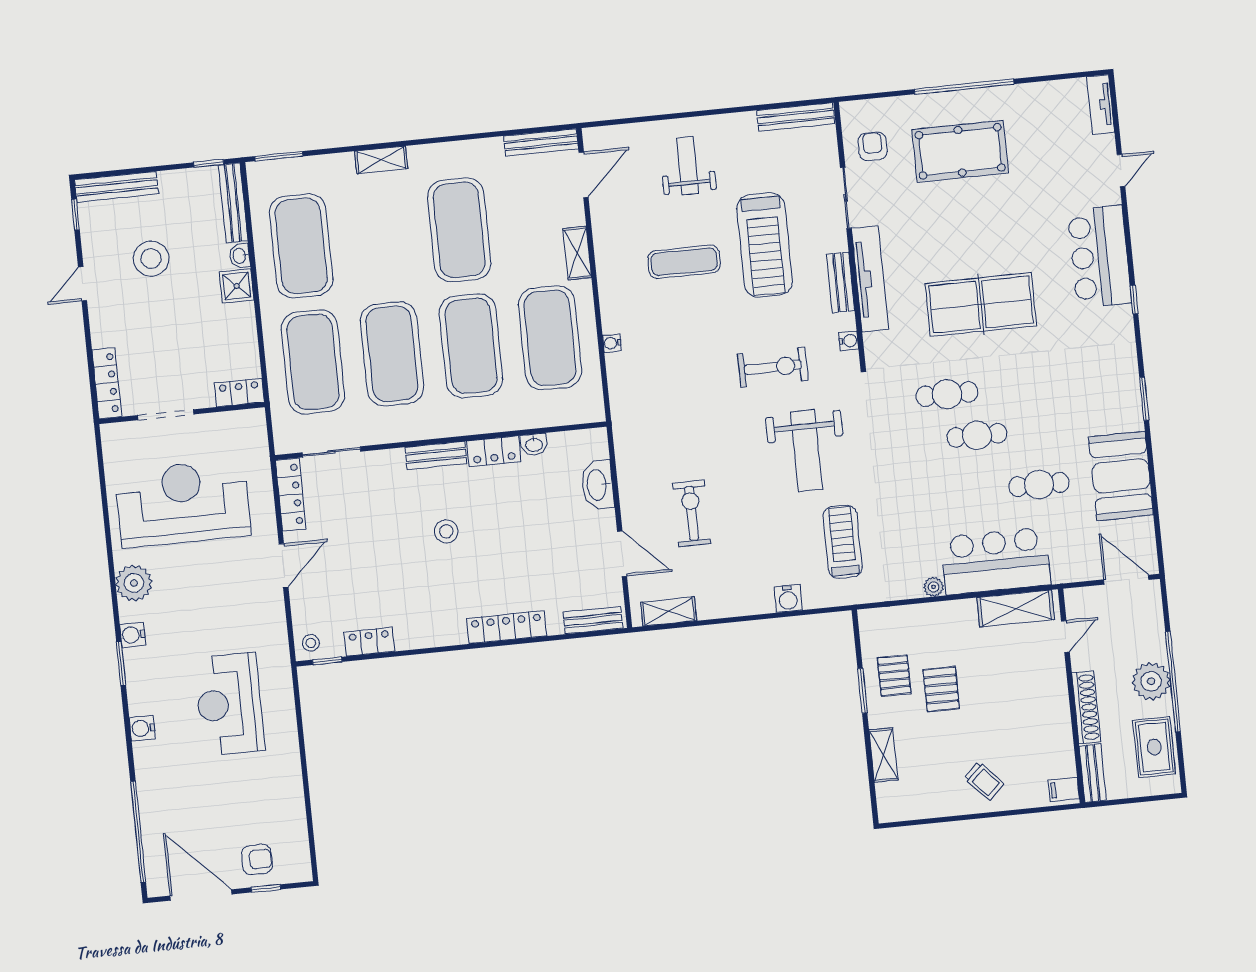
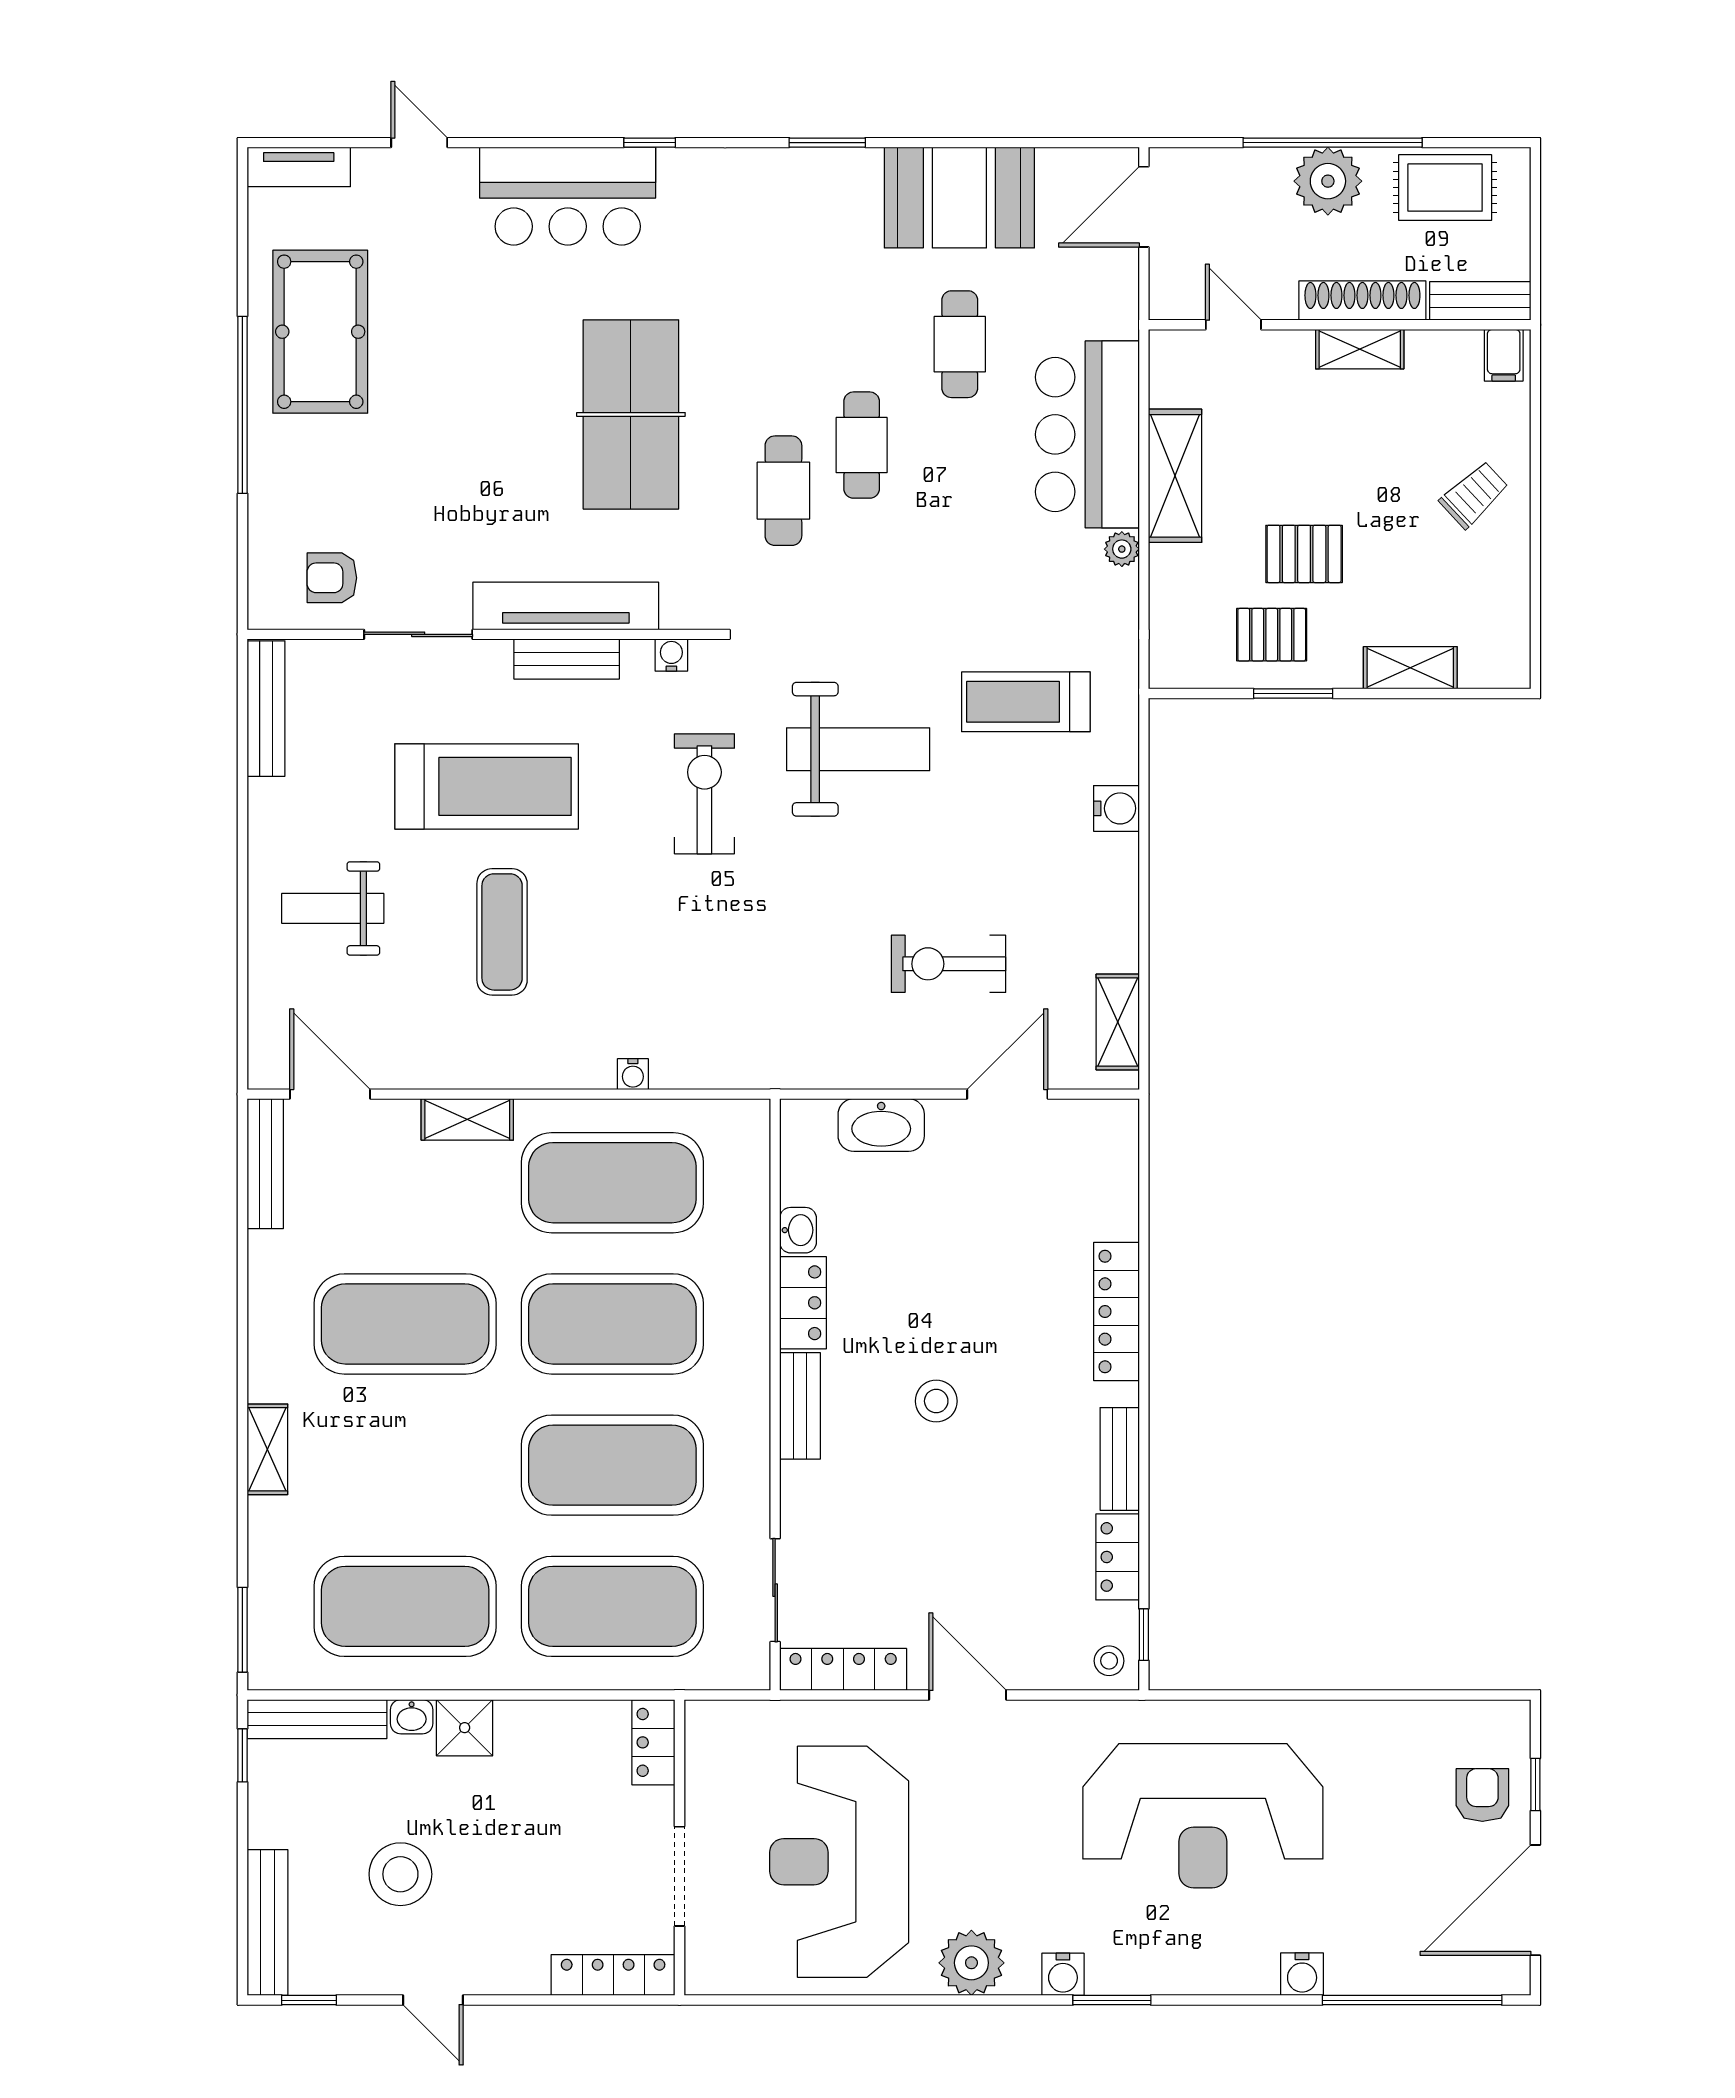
pool table: (960, 151) -> (320, 332), moved
shelving: (1016, 609) -> (1175, 476), moved
bench: (593, 620) -> (1120, 1459), moved
reception desk: (229, 704) -> (1203, 1816), width x1.36, depth x1.30
shelving: (1059, 709) -> (1360, 349), added
water cooler: (142, 728) -> (1302, 1974), moved

